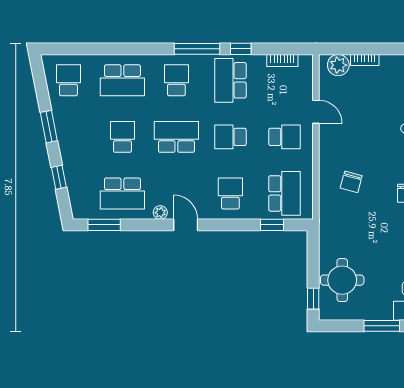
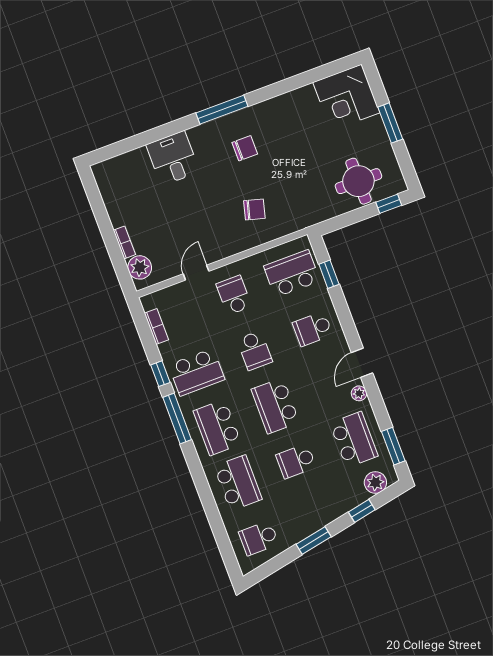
school desk: (176, 80) -> (217, 427), width x1.85
plant: (79, 198) -> (375, 483), added

